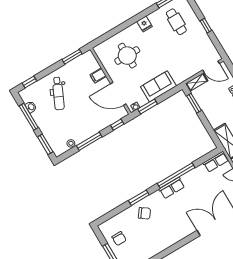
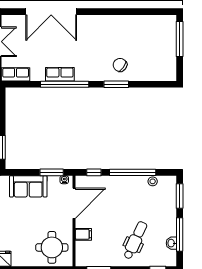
round table: (127, 56) -> (52, 247), moved
door: (118, 94) -> (74, 203), hinge flipped
window: (89, 141) -> (133, 172), width x1.46
row of seats: (172, 188) -> (60, 74), moved
chair: (119, 239) -> (162, 55), removed

